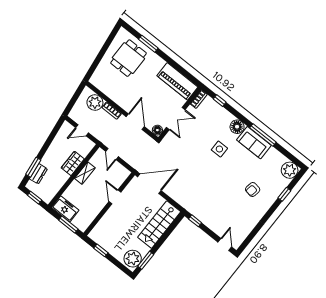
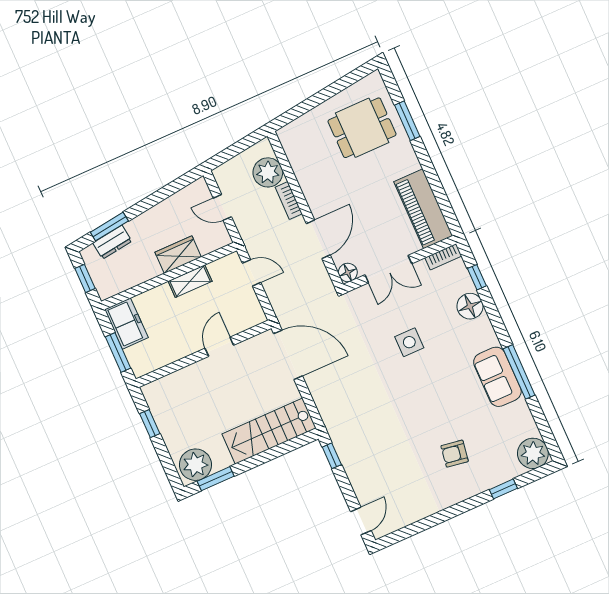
floor lamp: (237, 127) -> (470, 306), moved
side table: (219, 149) -> (409, 342), moved
door: (112, 154) -> (252, 273), swing flipped

